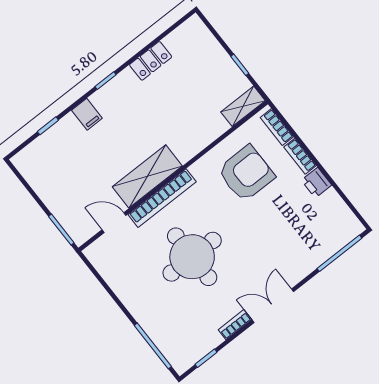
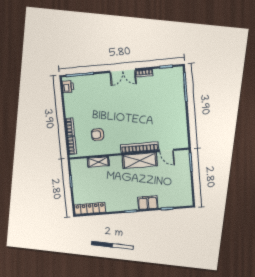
locker: (151, 61) -> (90, 208), moved, width x1.53
shelving: (243, 106) -> (98, 162), moved
filing cabinet: (87, 114) -> (148, 203), width x2.00
armchair: (246, 173) -> (98, 135), width x0.53, depth x0.53
printer: (316, 183) -> (68, 87), moved
round table: (192, 257) -> (143, 114), removed

